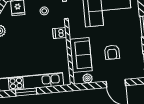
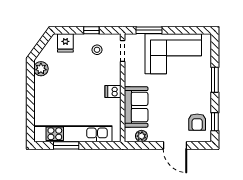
dishwasher: (60, 33) -> (113, 91), moved
armchair: (112, 52) -> (197, 122), moved

